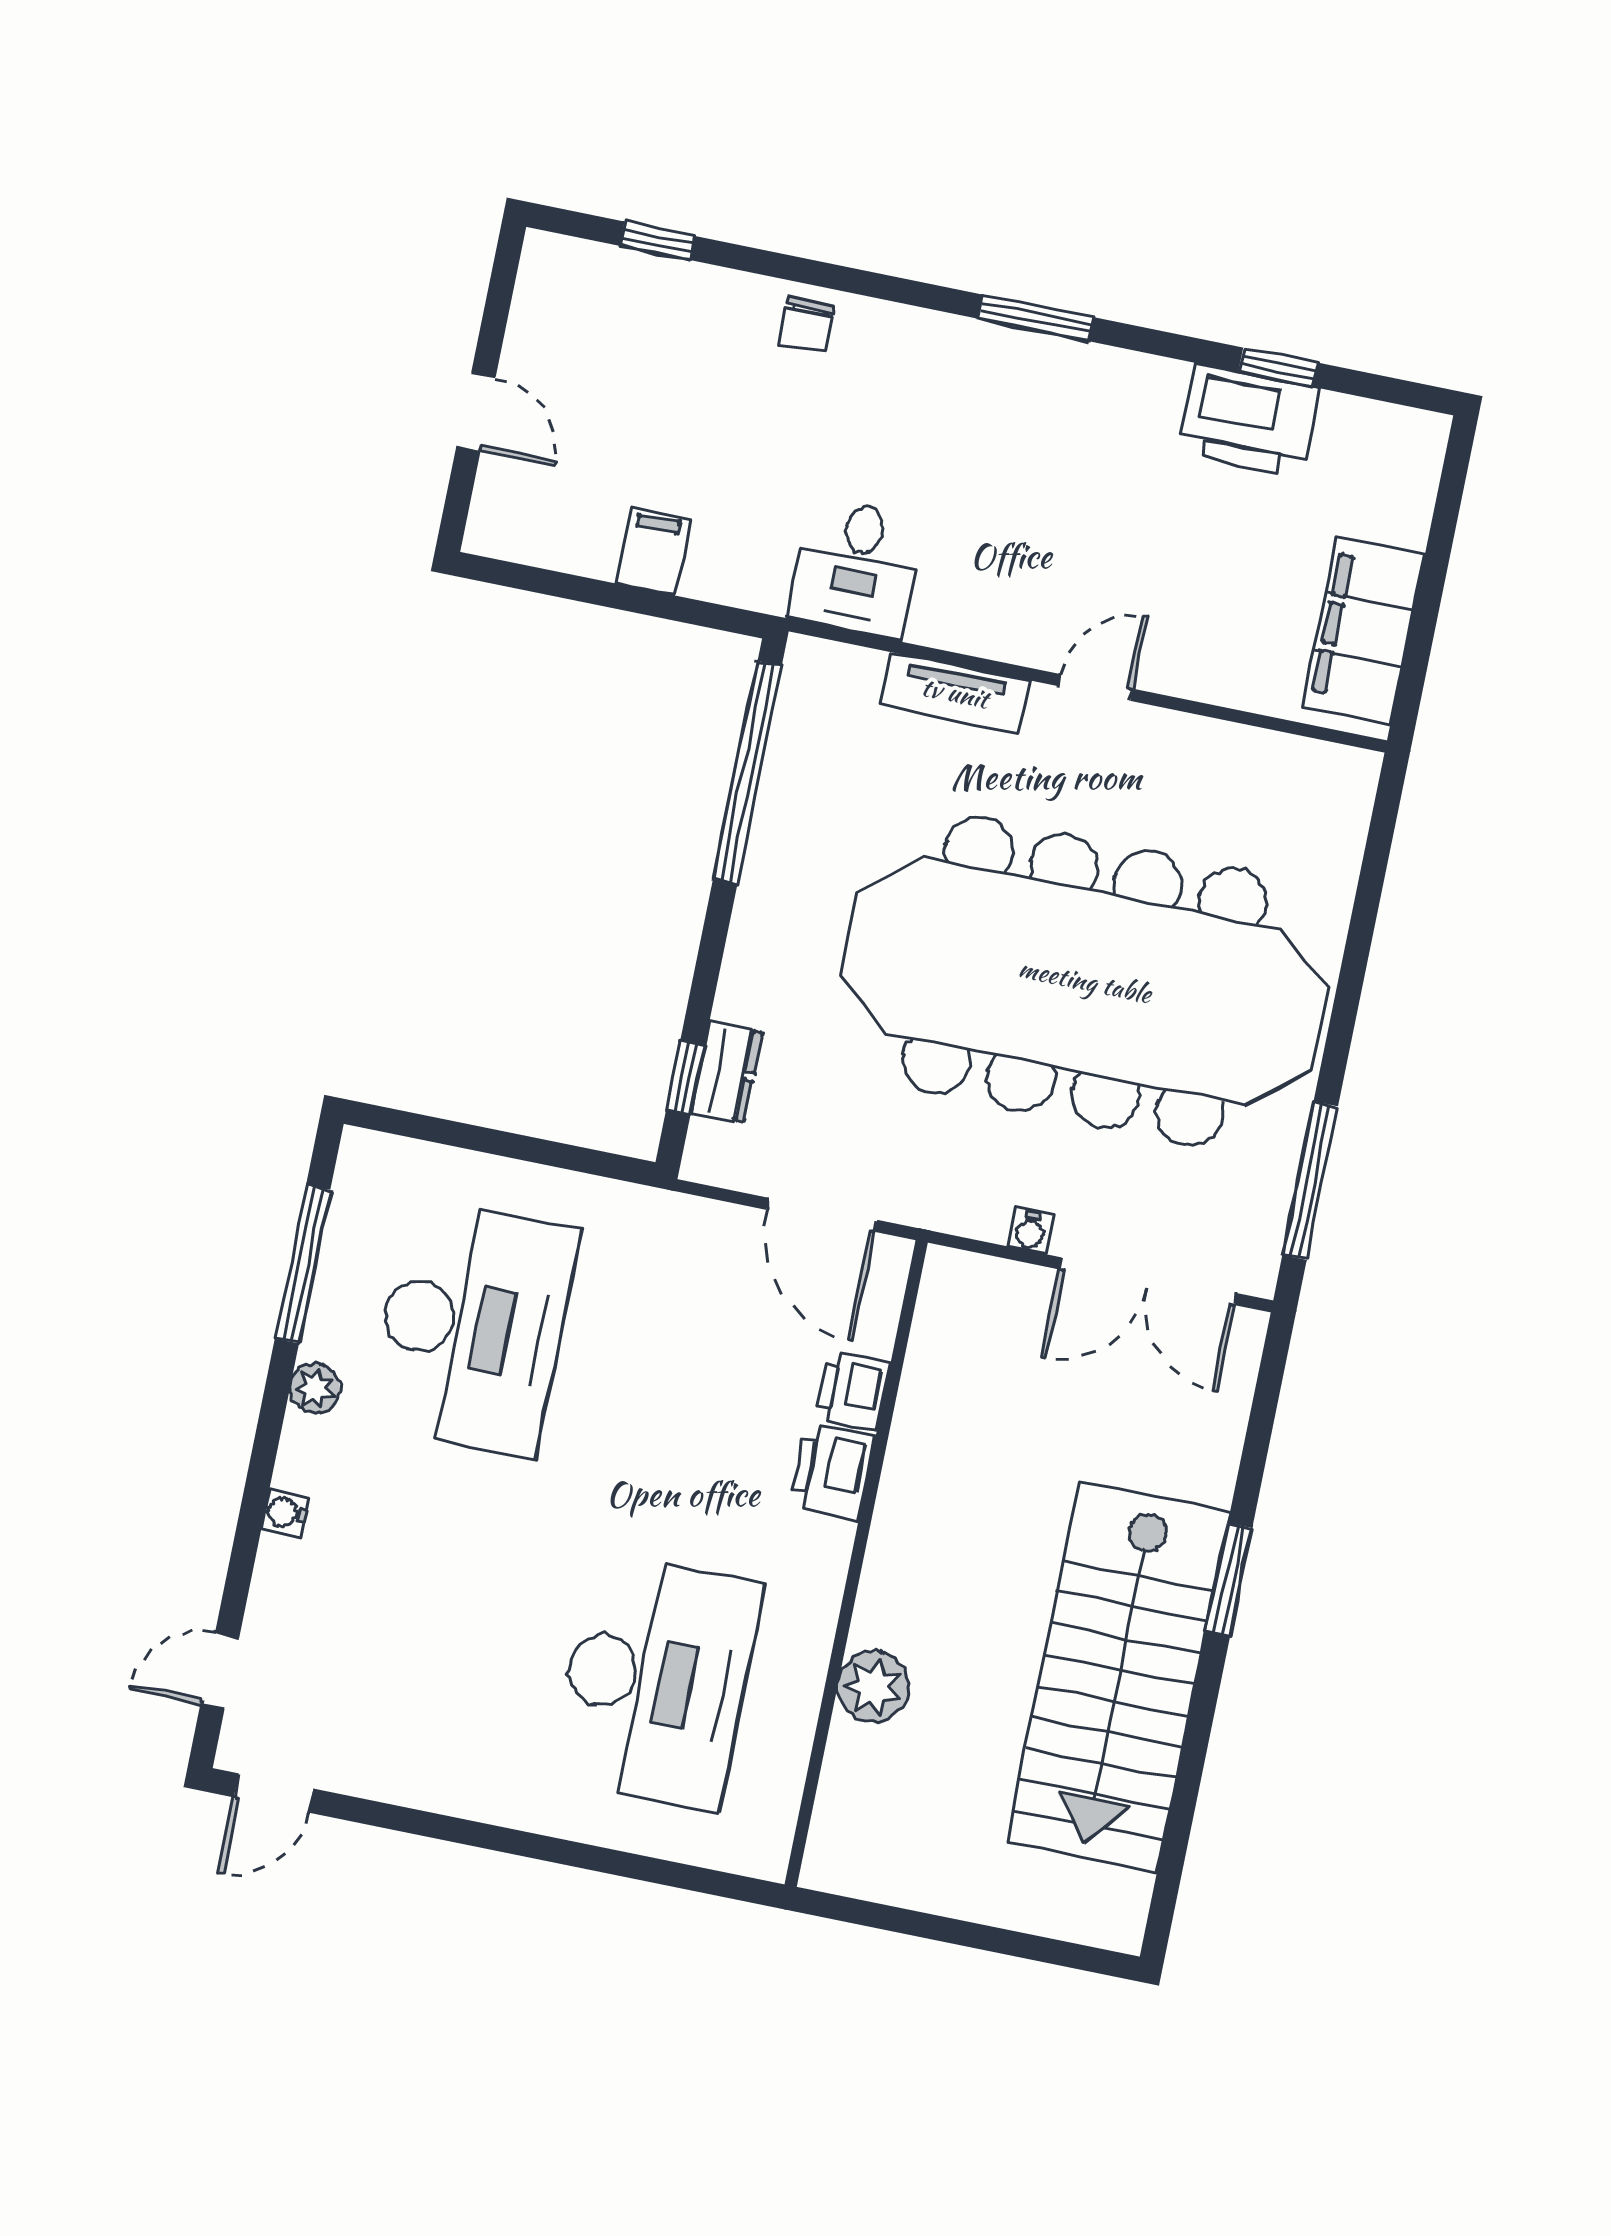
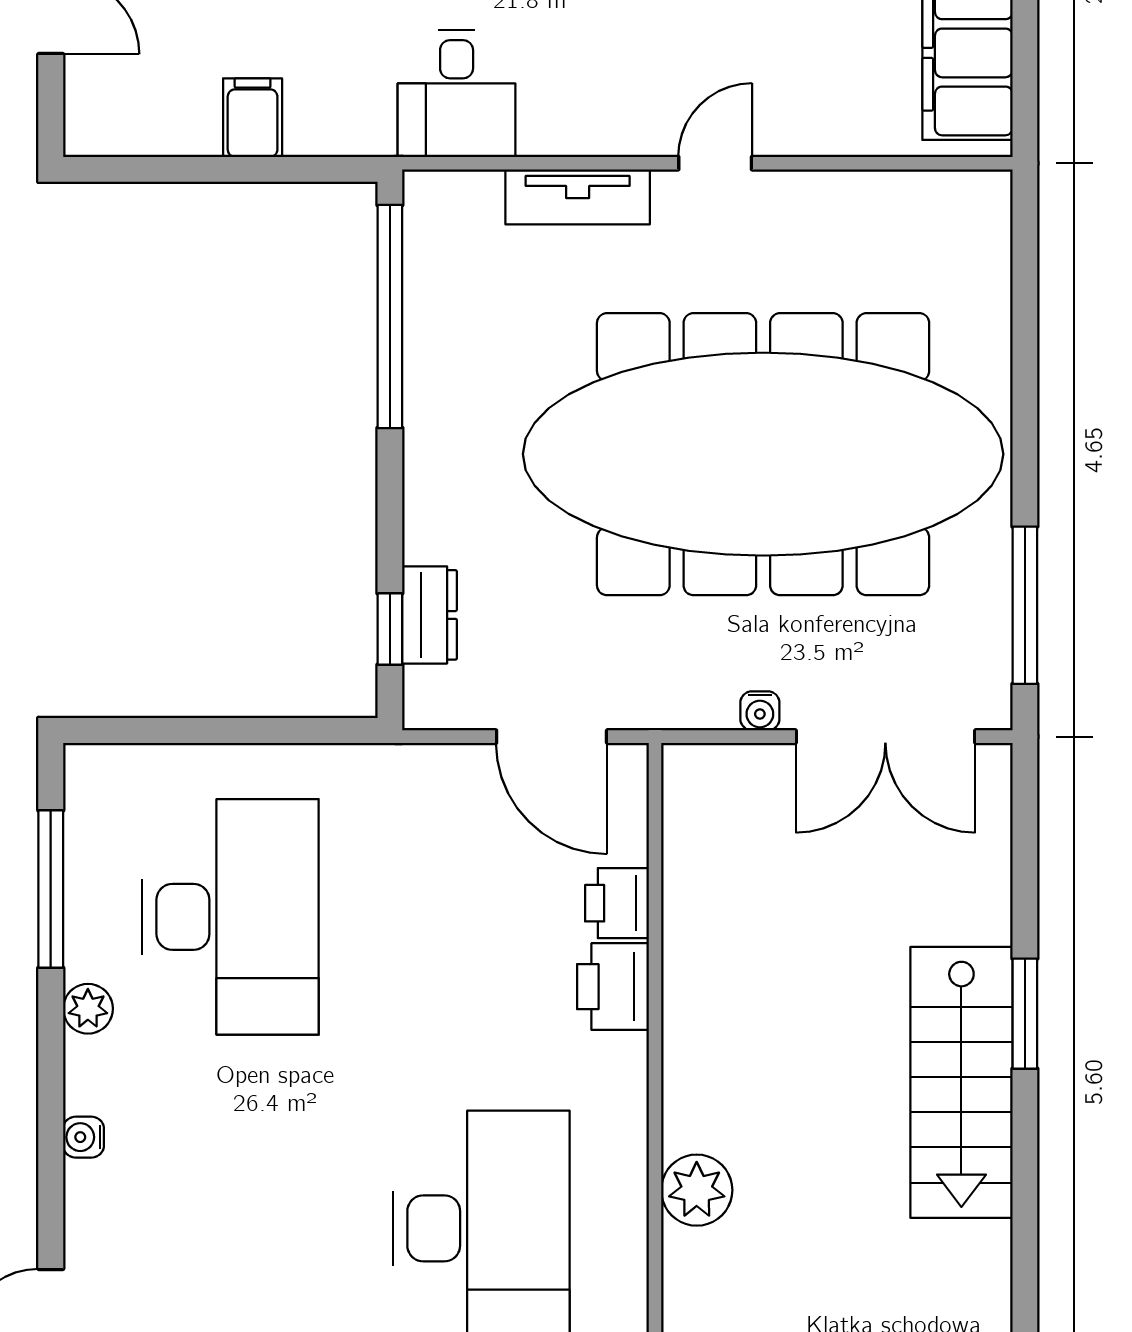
stairs: (1118, 1677) -> (961, 1082), width x0.73, depth x0.66

